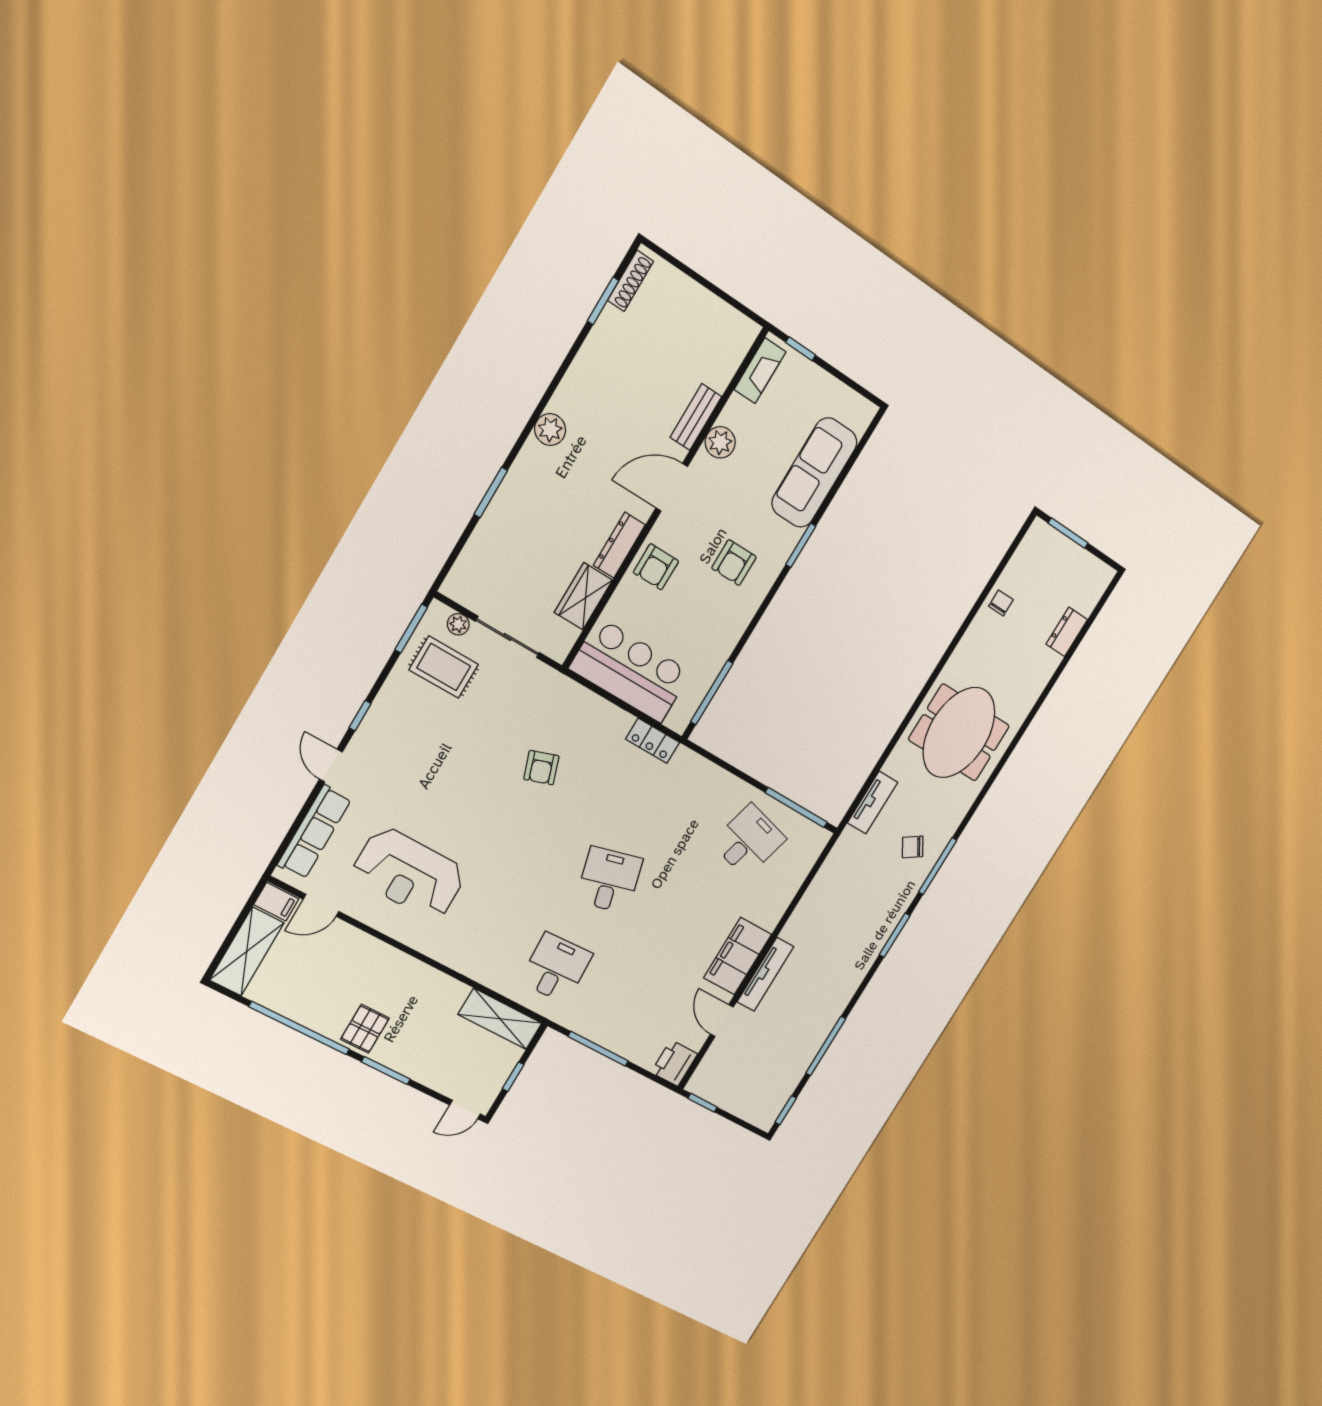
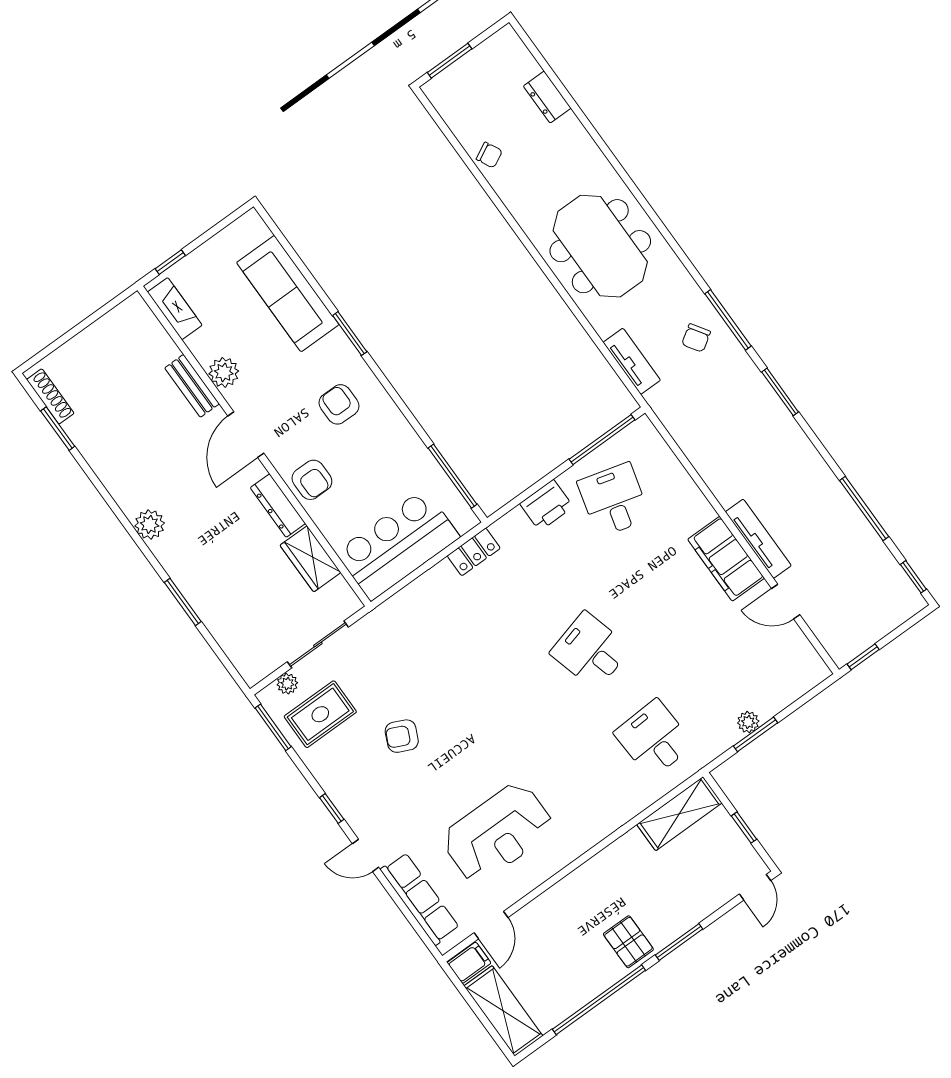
armchair: (734, 563) -> (339, 404), turned 180
chair: (1001, 603) -> (489, 155), turned 153
armchair: (541, 768) -> (402, 736), moved, turned 134
plant: (606, 1038) -> (748, 722), added
window: (598, 1049) -> (756, 734), width x0.69
printer: (674, 1063) -> (546, 505), moved, turned -90

